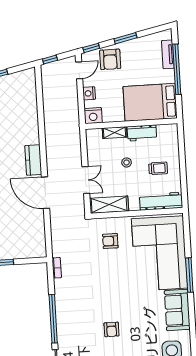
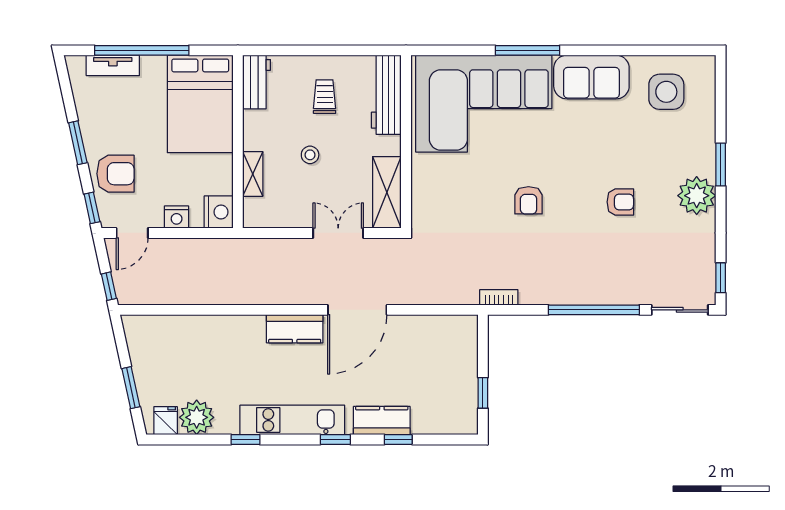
door: (79, 70) -> (132, 233), swing flipped
workbench: (142, 133) -> (257, 82), moved
armchair: (110, 241) -> (529, 200), moved

